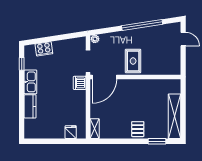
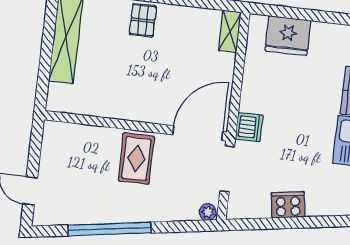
cooker: (44, 49) -> (288, 205), moved
fridge: (71, 132) -> (288, 36), width x1.88, depth x1.34

